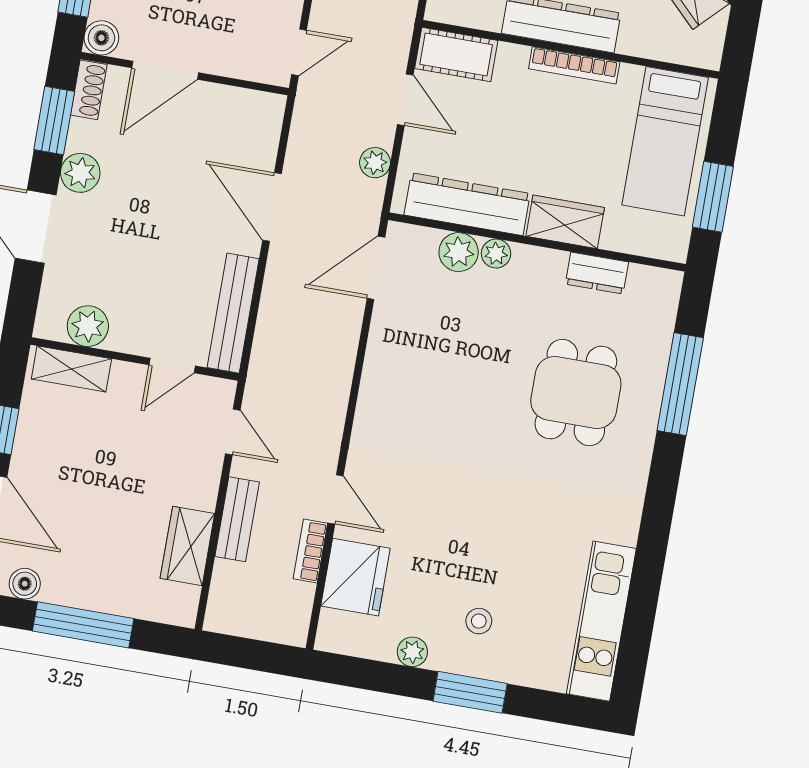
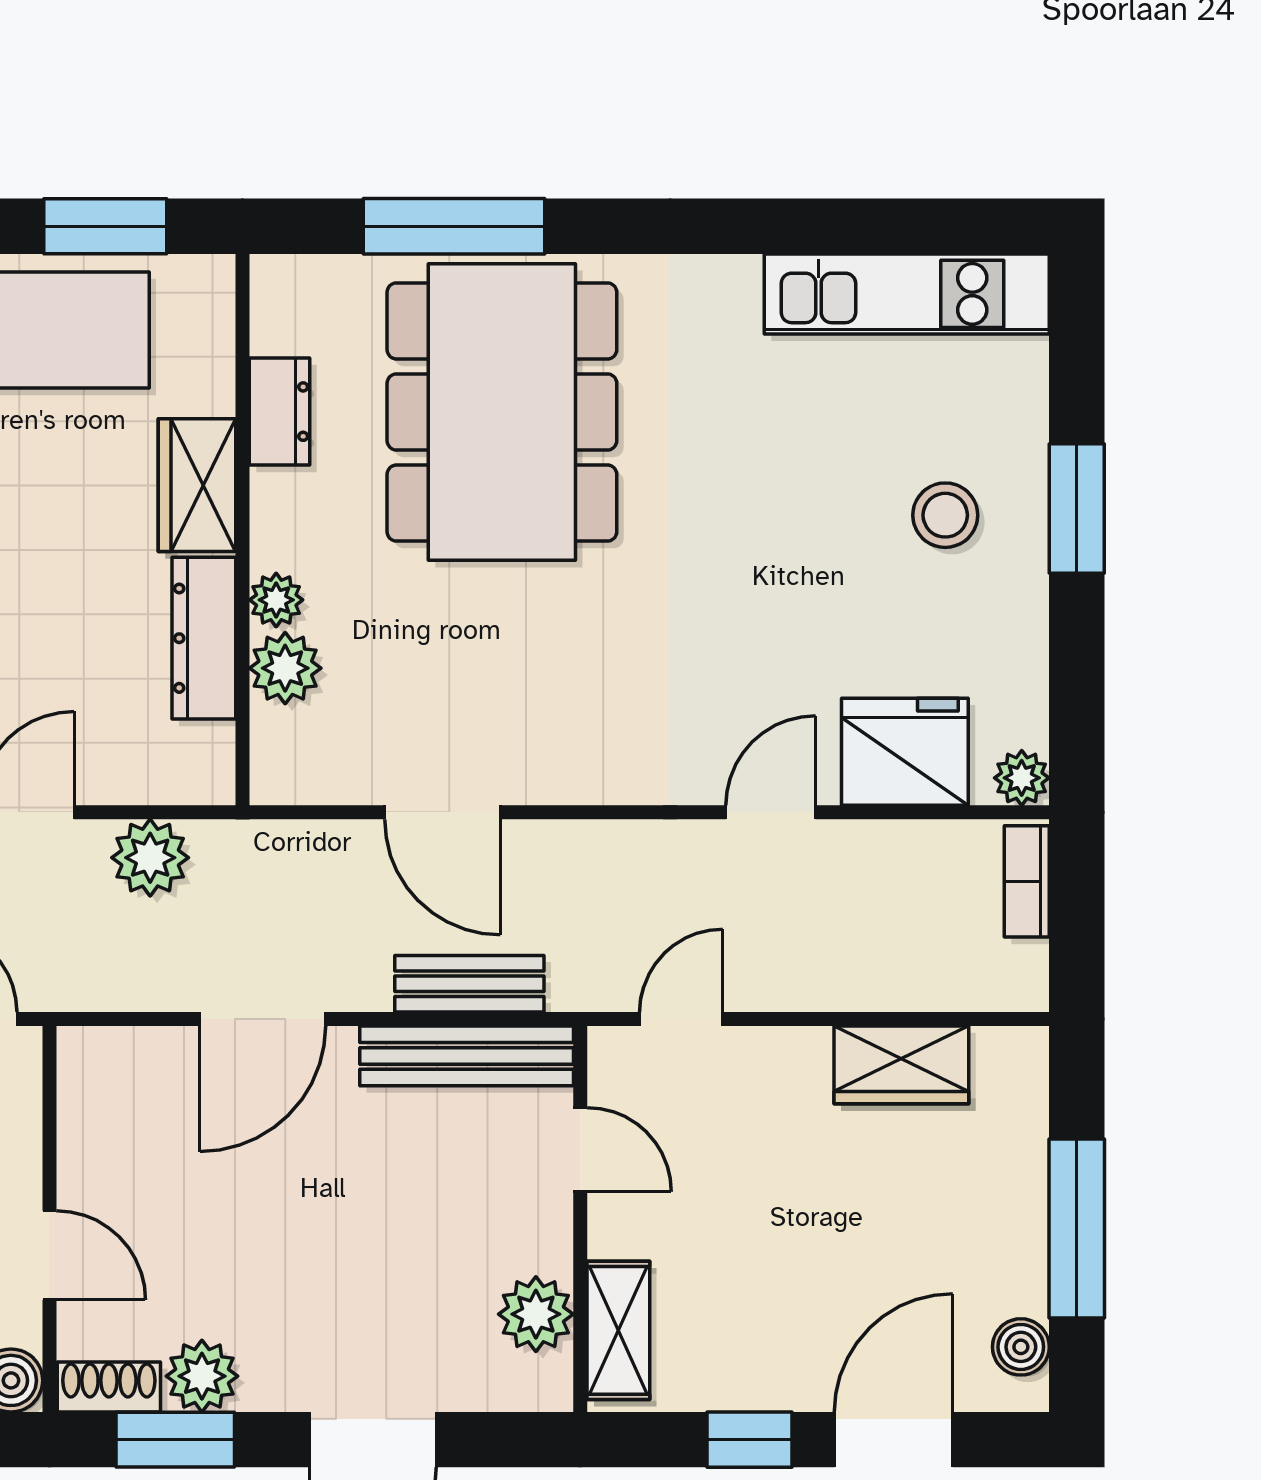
door: (165, 70) -> (49, 1255), width x0.73
plant: (375, 163) -> (150, 858), width x1.38, depth x1.38
plant: (80, 173) -> (202, 1376), moved
dresser: (467, 204) -> (204, 638), width x0.73, depth x0.80
door: (376, 268) -> (442, 812), moved
dining table: (576, 392) -> (502, 412), width x1.88, depth x1.24
bench: (237, 519) -> (469, 984), moved
bookcase: (310, 551) -> (1027, 881), moved, turned 90
stool: (479, 621) -> (945, 515), width x1.37, depth x1.37
plant: (412, 652) -> (1022, 778), moved

